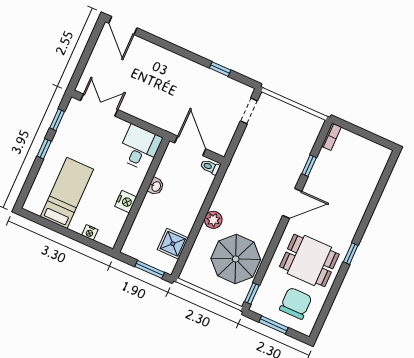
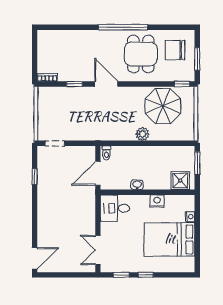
bed: (67, 193) -> (170, 239), width x1.50
shower: (173, 244) -> (180, 181), moved
window: (351, 254) -> (123, 27), width x3.17

